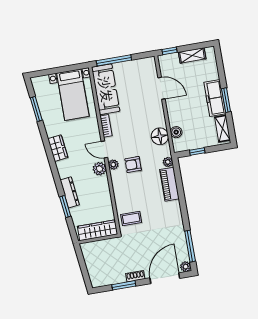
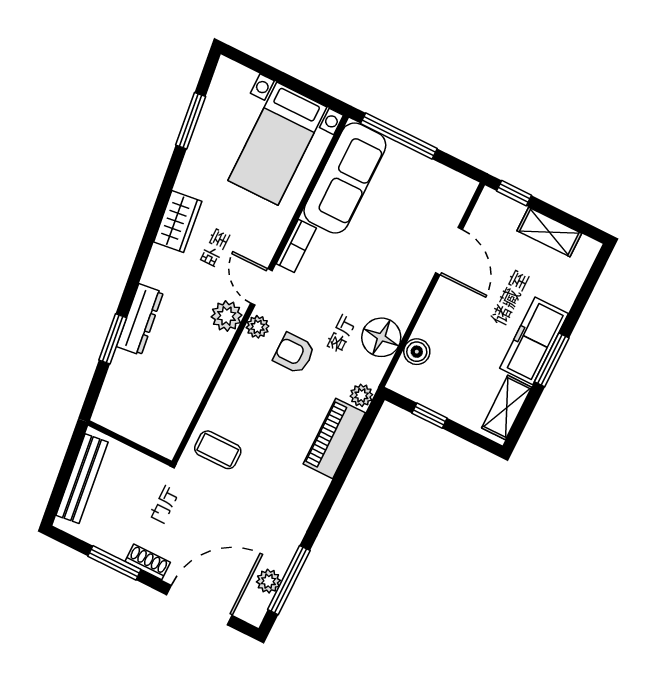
wardrobe: (98, 230) -> (140, 426), removed
bench: (90, 264) -> (82, 479), added
plant: (186, 267) -> (268, 581), moved

